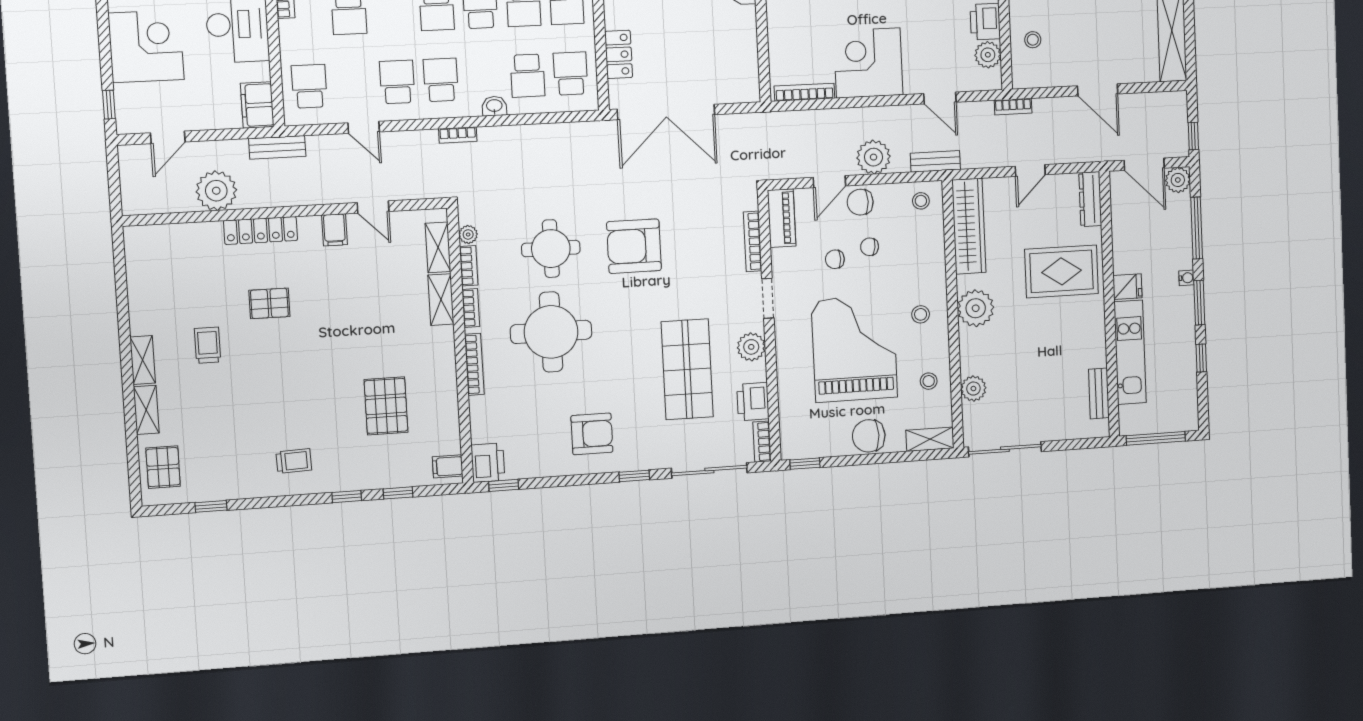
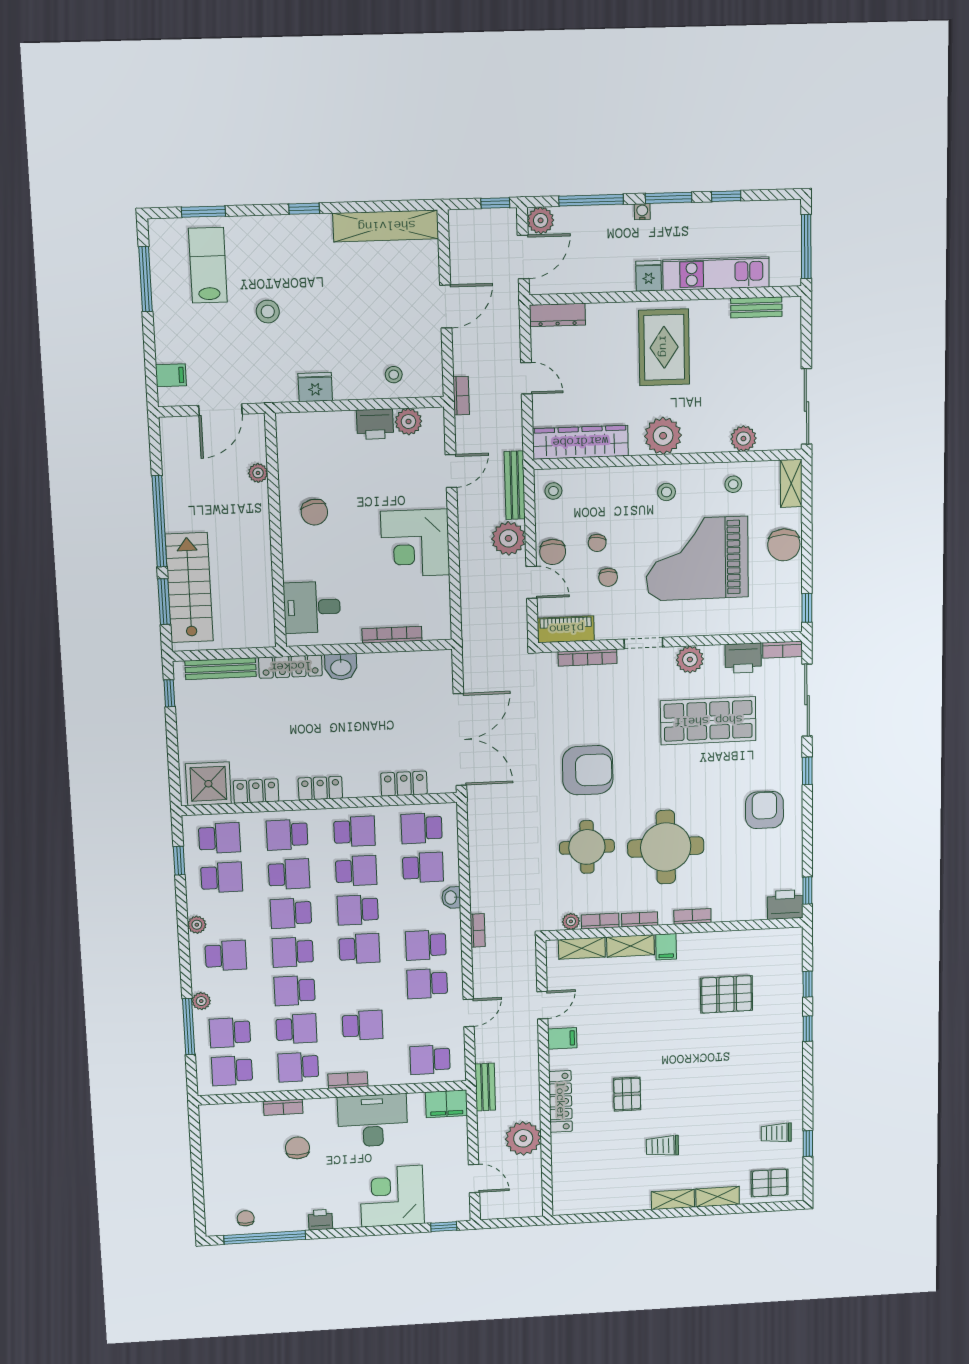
bookcase: (804, 92) -> (392, 635), moved, turned 90
bench: (935, 161) -> (515, 485), width x1.36
armchair: (634, 246) -> (588, 770), turned -90
rug: (1061, 271) -> (664, 347), moved
bookcase: (474, 364) -> (692, 916), width x0.64
trolley: (294, 461) -> (776, 1133), moved, turned -88
filing cabinet: (448, 466) -> (666, 947), moved

